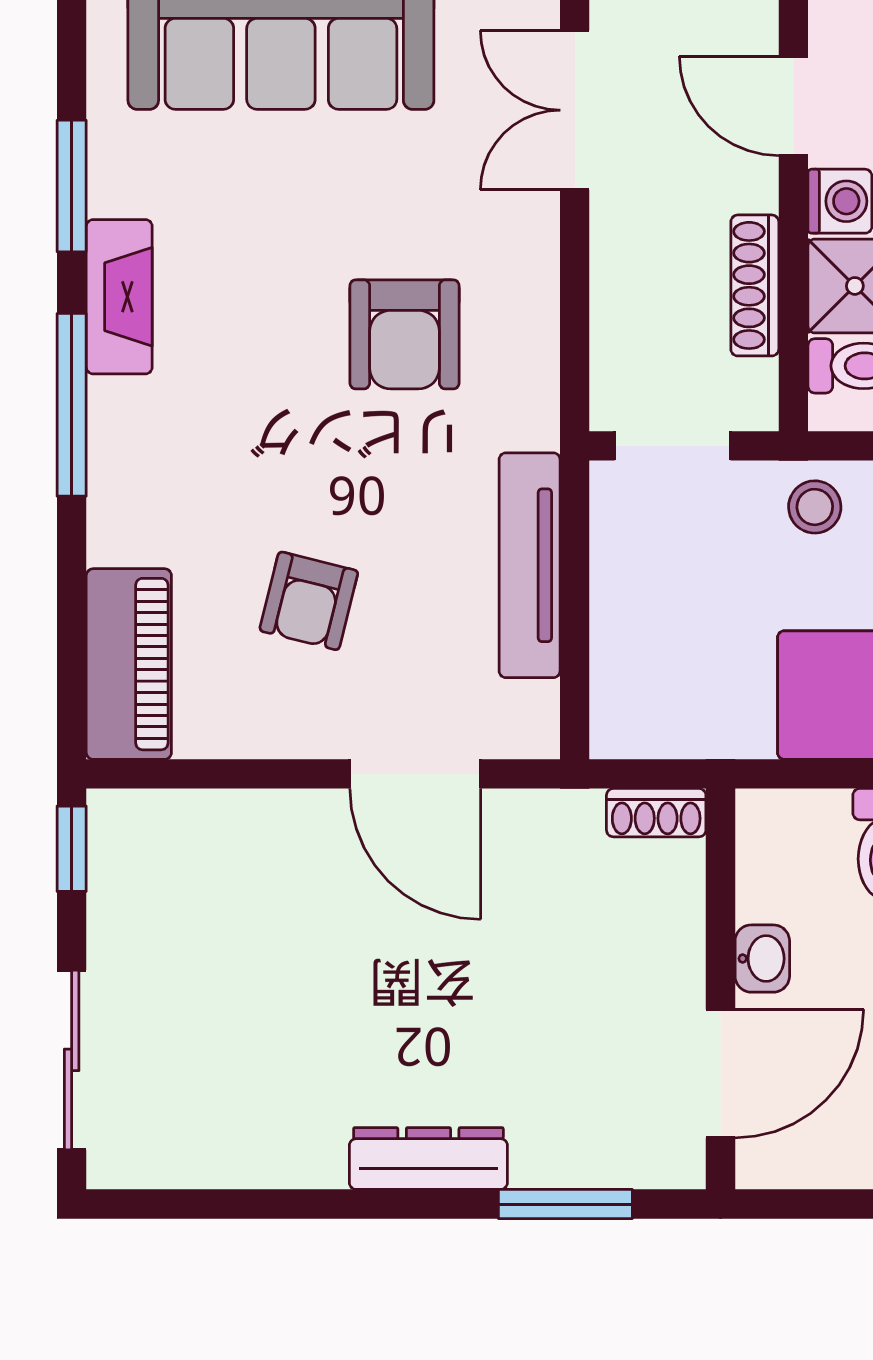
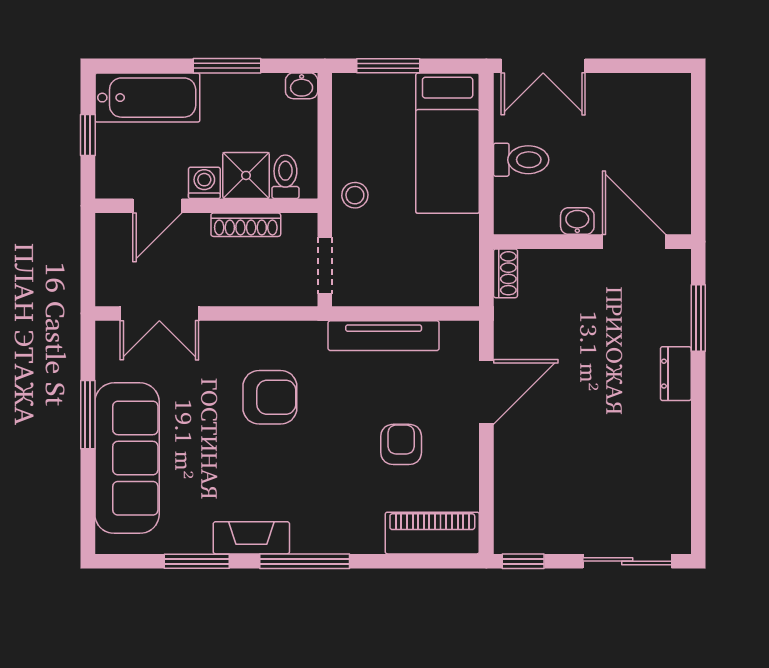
armchair: (309, 601) -> (401, 444), turned -104
dresser: (428, 1158) -> (676, 374), width x0.70

